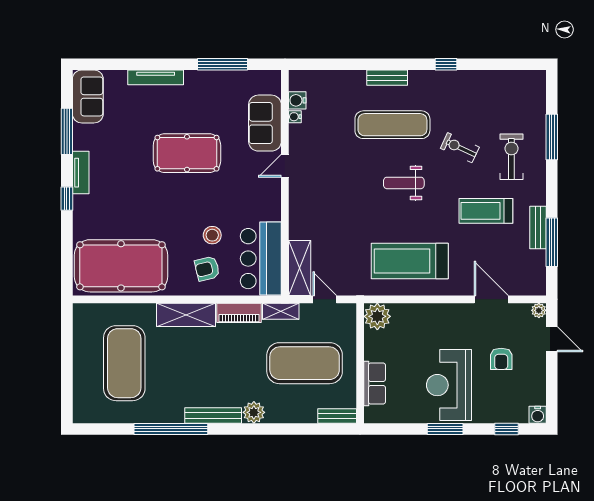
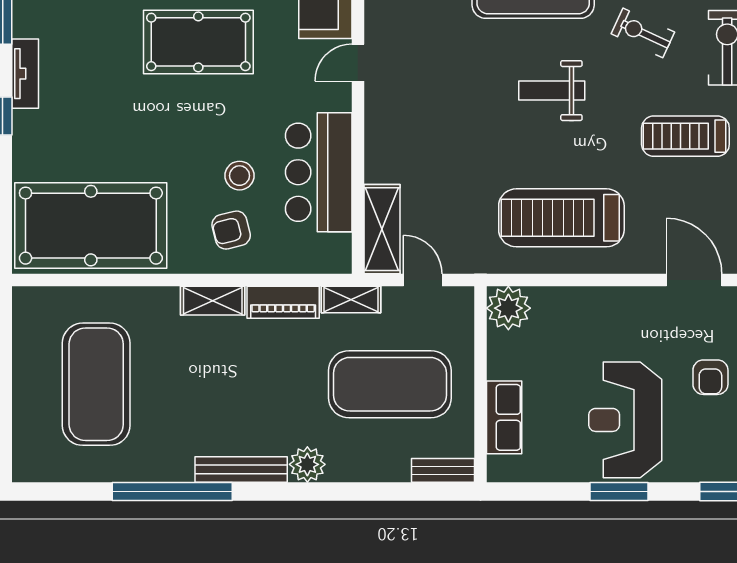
bar counter: (261, 259) -> (319, 172), moved
shelving: (186, 315) -> (213, 301), width x0.67, depth x0.75

